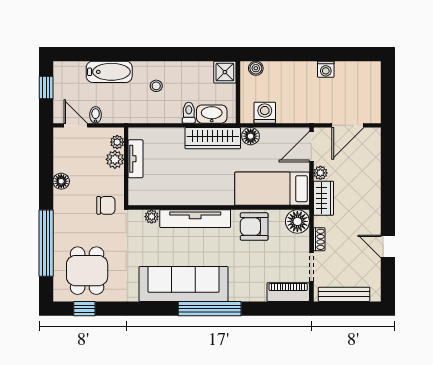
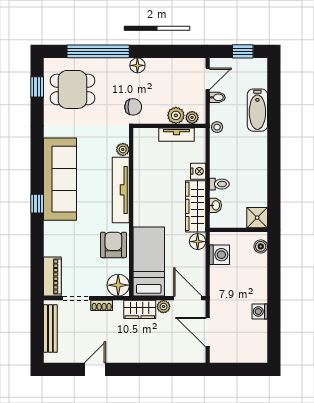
stool: (156, 86) -> (217, 127), moved
washbasin: (212, 114) -> (215, 205), width x0.52, depth x0.69
nightstand: (175, 135) -> (198, 171), added
floor lamp: (61, 181) -> (137, 65), moved
chair: (106, 205) -> (133, 107), turned -90
window: (210, 309) -> (37, 204), width x0.32

